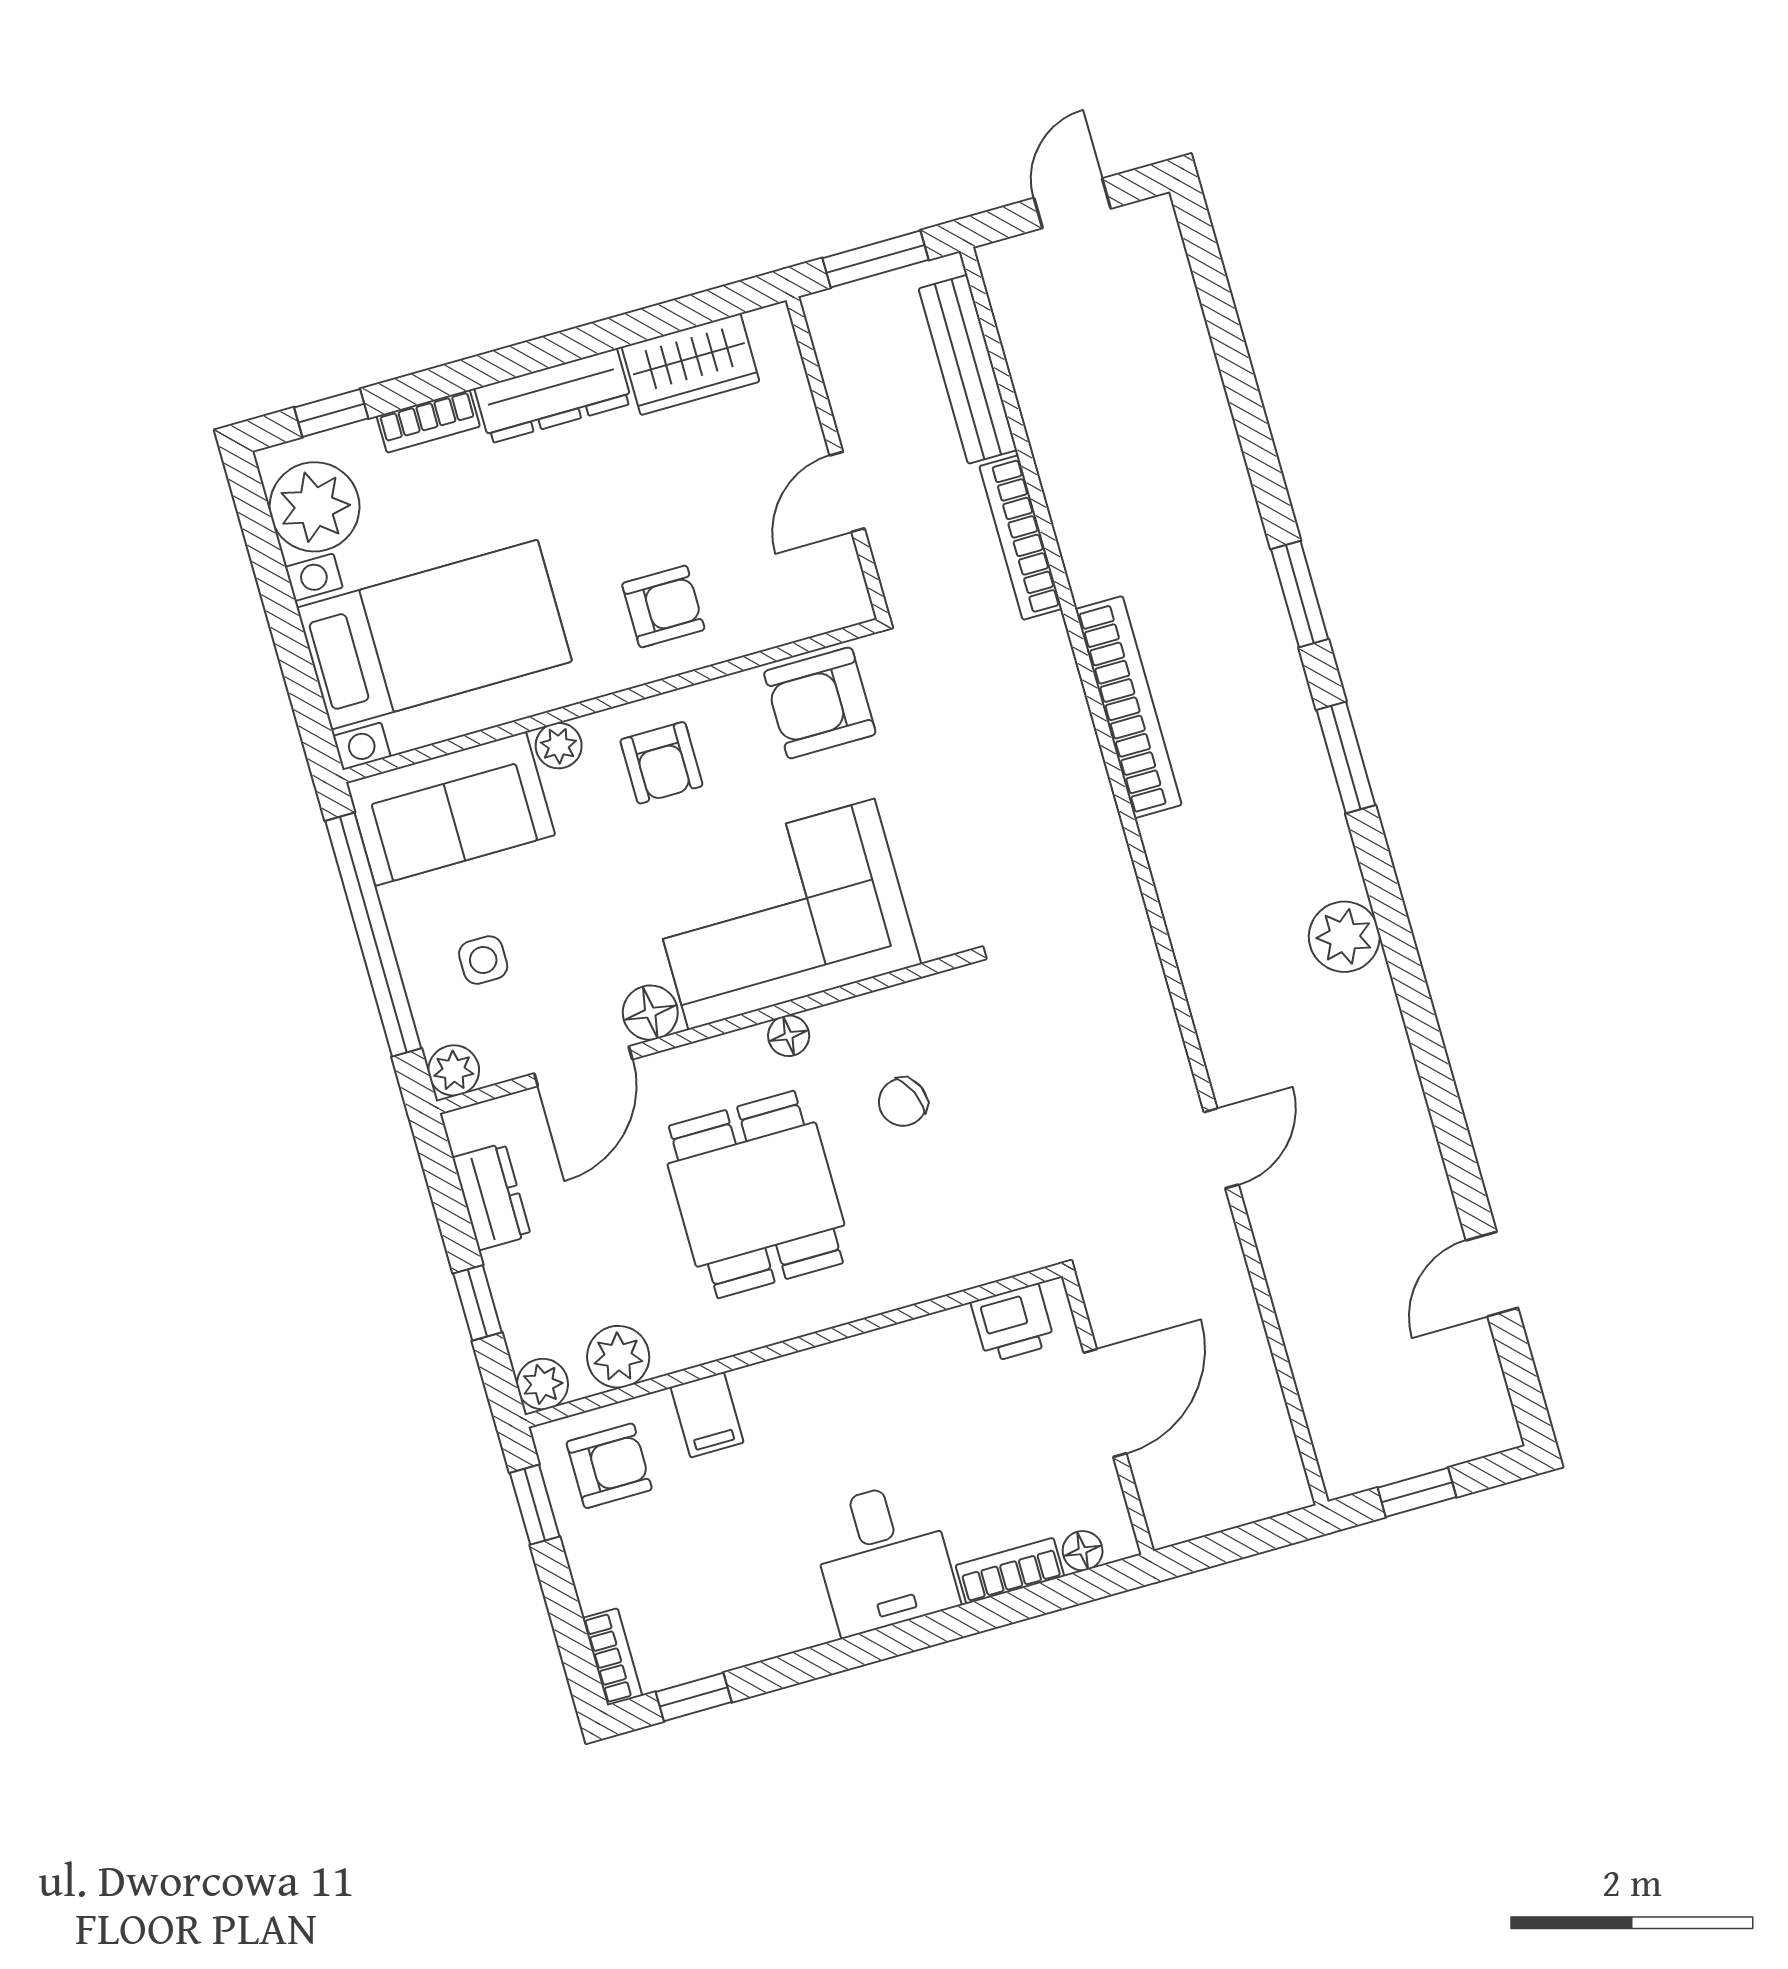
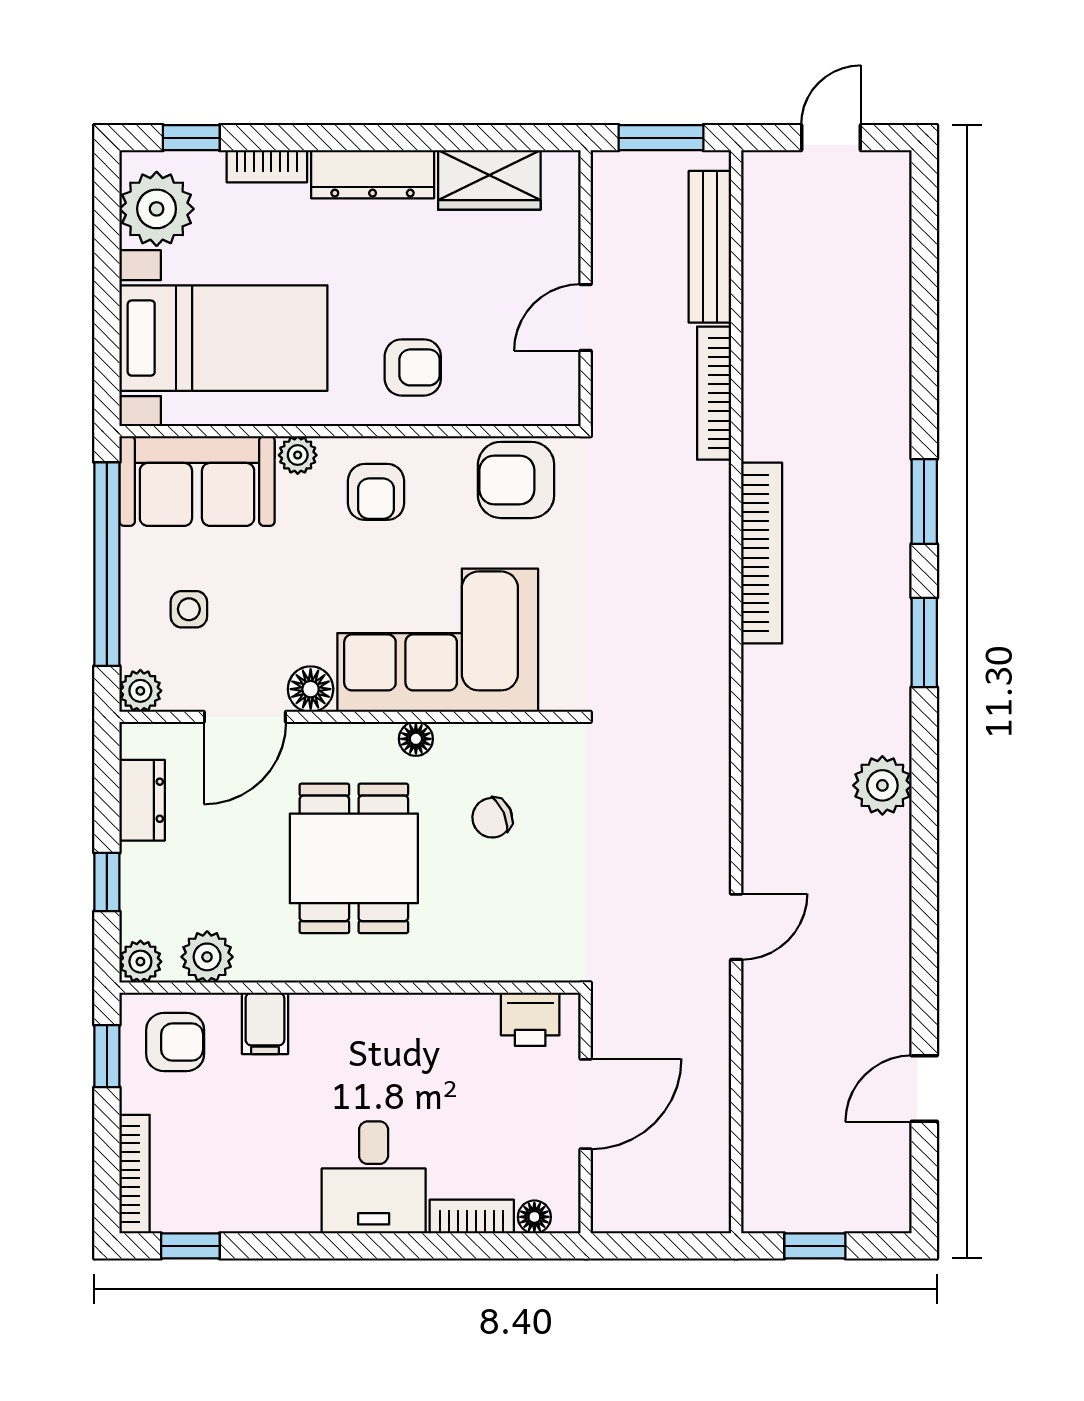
bookcase: (612, 1657) -> (135, 1174), width x1.56

